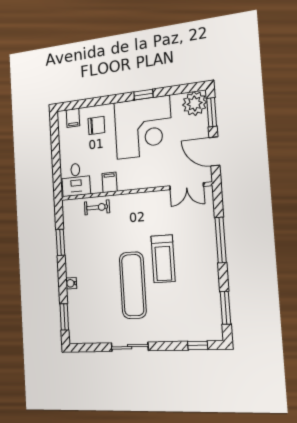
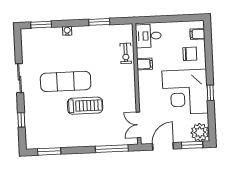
chair: (96, 125) -> (190, 54), turned -90
window: (221, 240) -> (112, 149), moved
treadmill: (163, 259) -> (85, 106), turned 180
window: (198, 345) -> (21, 120), moved

